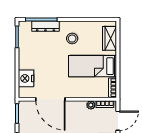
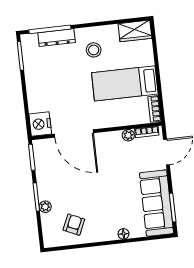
wardrobe: (110, 38) -> (135, 31), moved, turned -90
nightstand: (26, 78) -> (40, 124), moved

